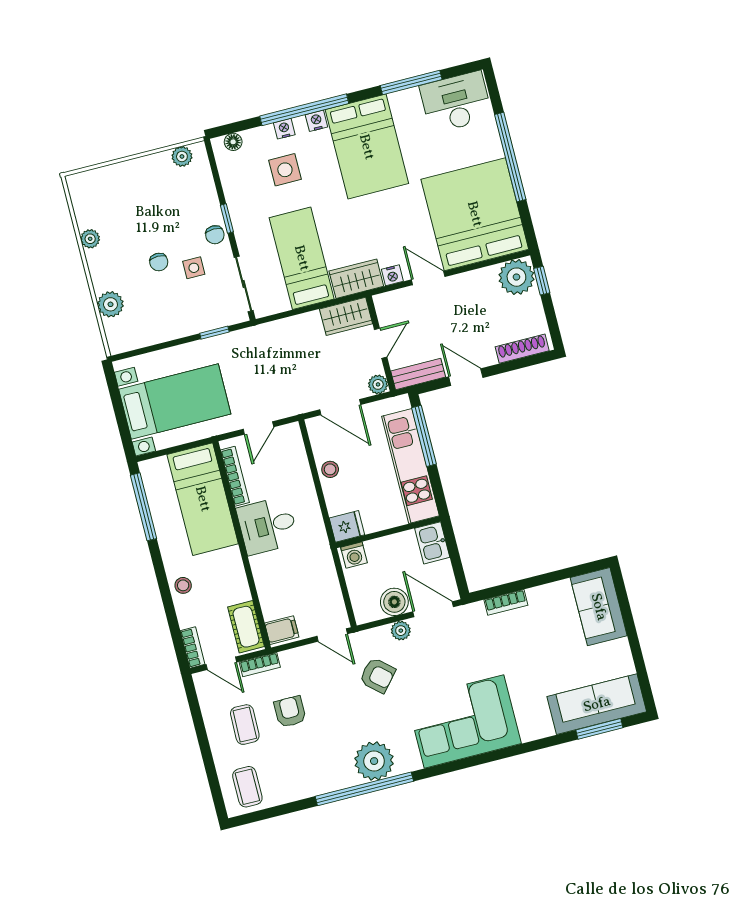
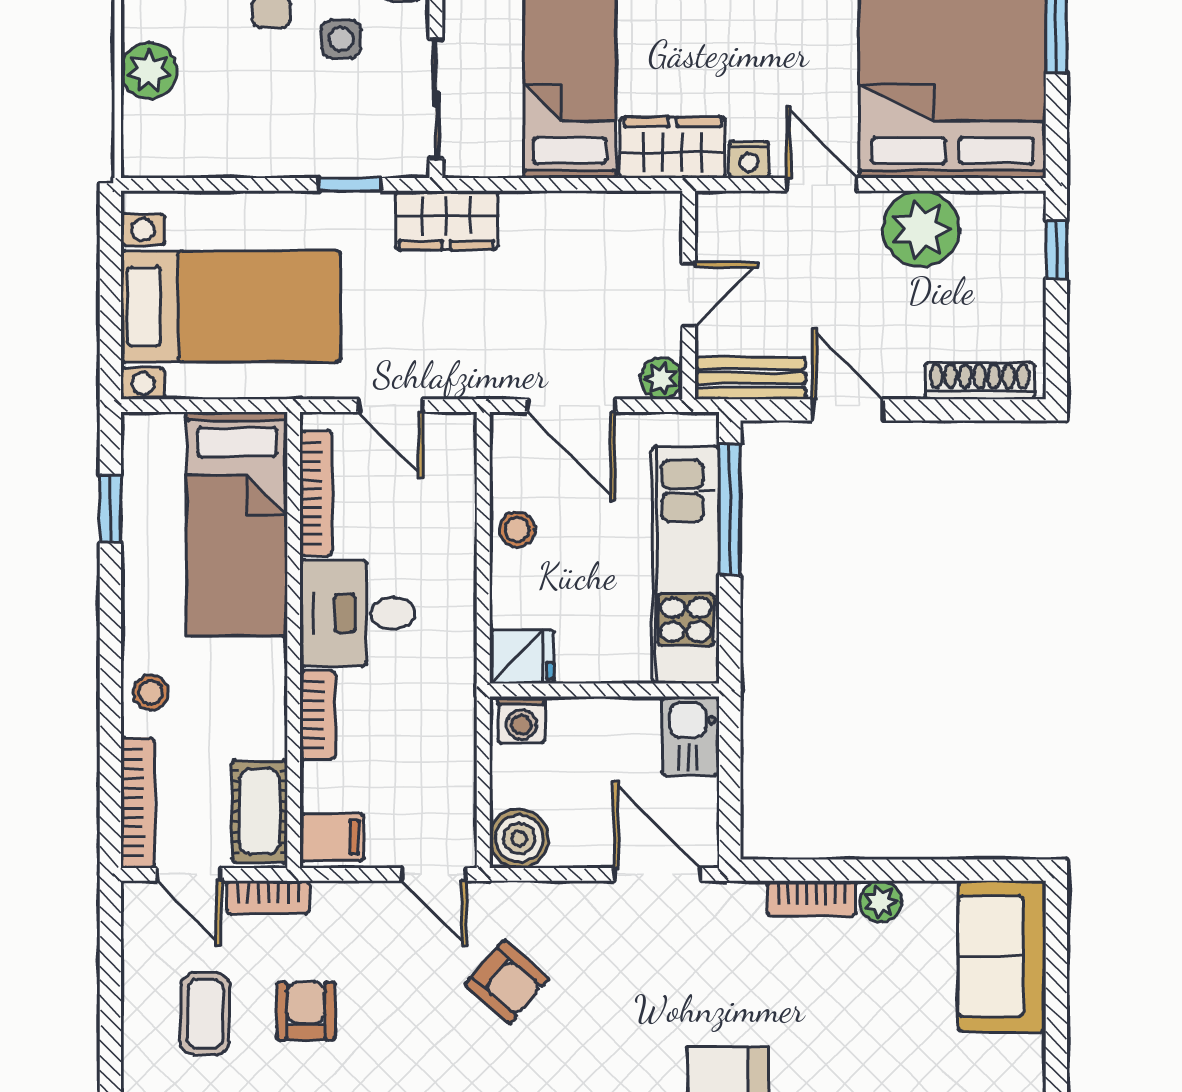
plant: (516, 277) -> (921, 229), moved
wardrobe: (346, 316) -> (446, 220), moved
door: (258, 428) -> (391, 406), hinge flipped
window: (144, 507) -> (110, 509), width x0.46
bookcase: (261, 576) -> (318, 715), added
boiler: (394, 602) -> (519, 838), moved
plant: (401, 631) -> (881, 901), moved
bookcase: (193, 647) -> (138, 803), width x1.56

